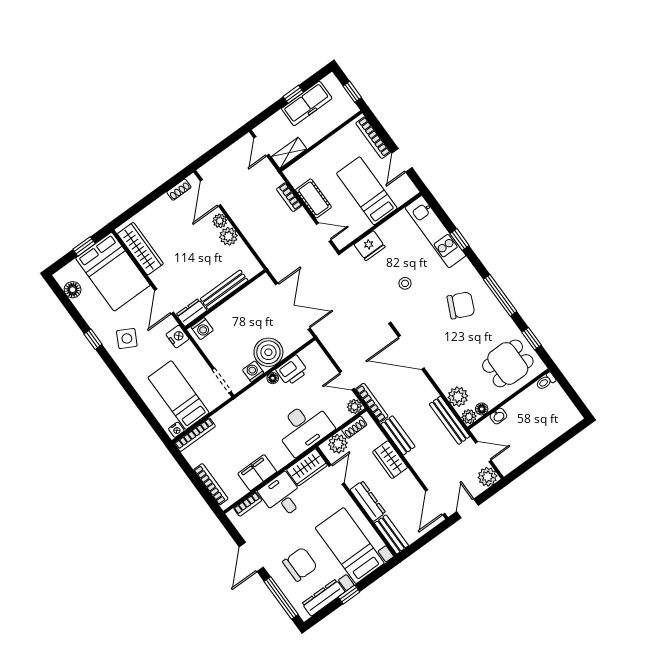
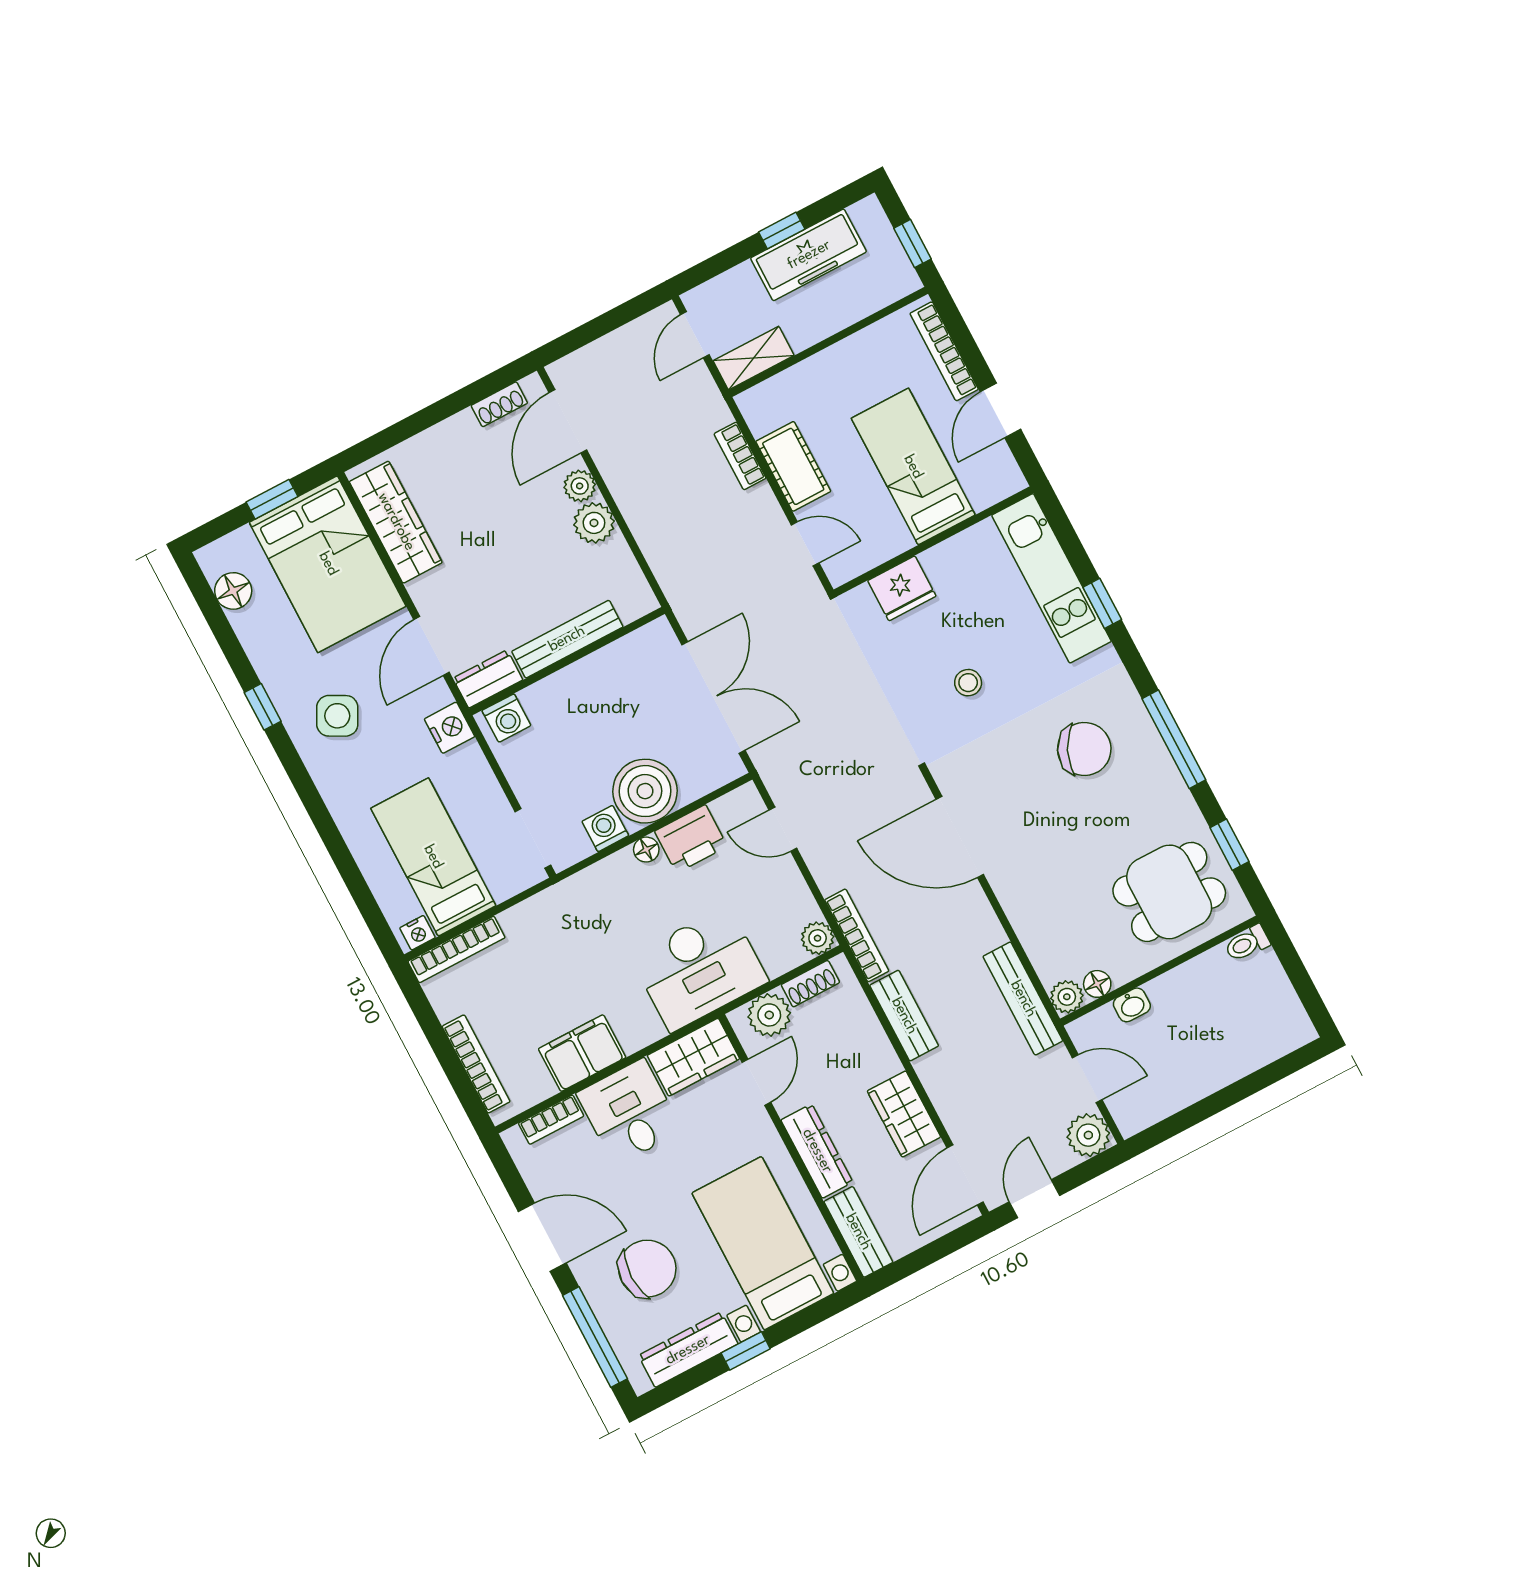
door: (347, 381) -> (783, 829), moved
plant: (458, 397) -> (1049, 949), removed
wardrobe: (390, 460) -> (904, 1114), moved
door: (251, 557) -> (542, 1237), swing flipped

